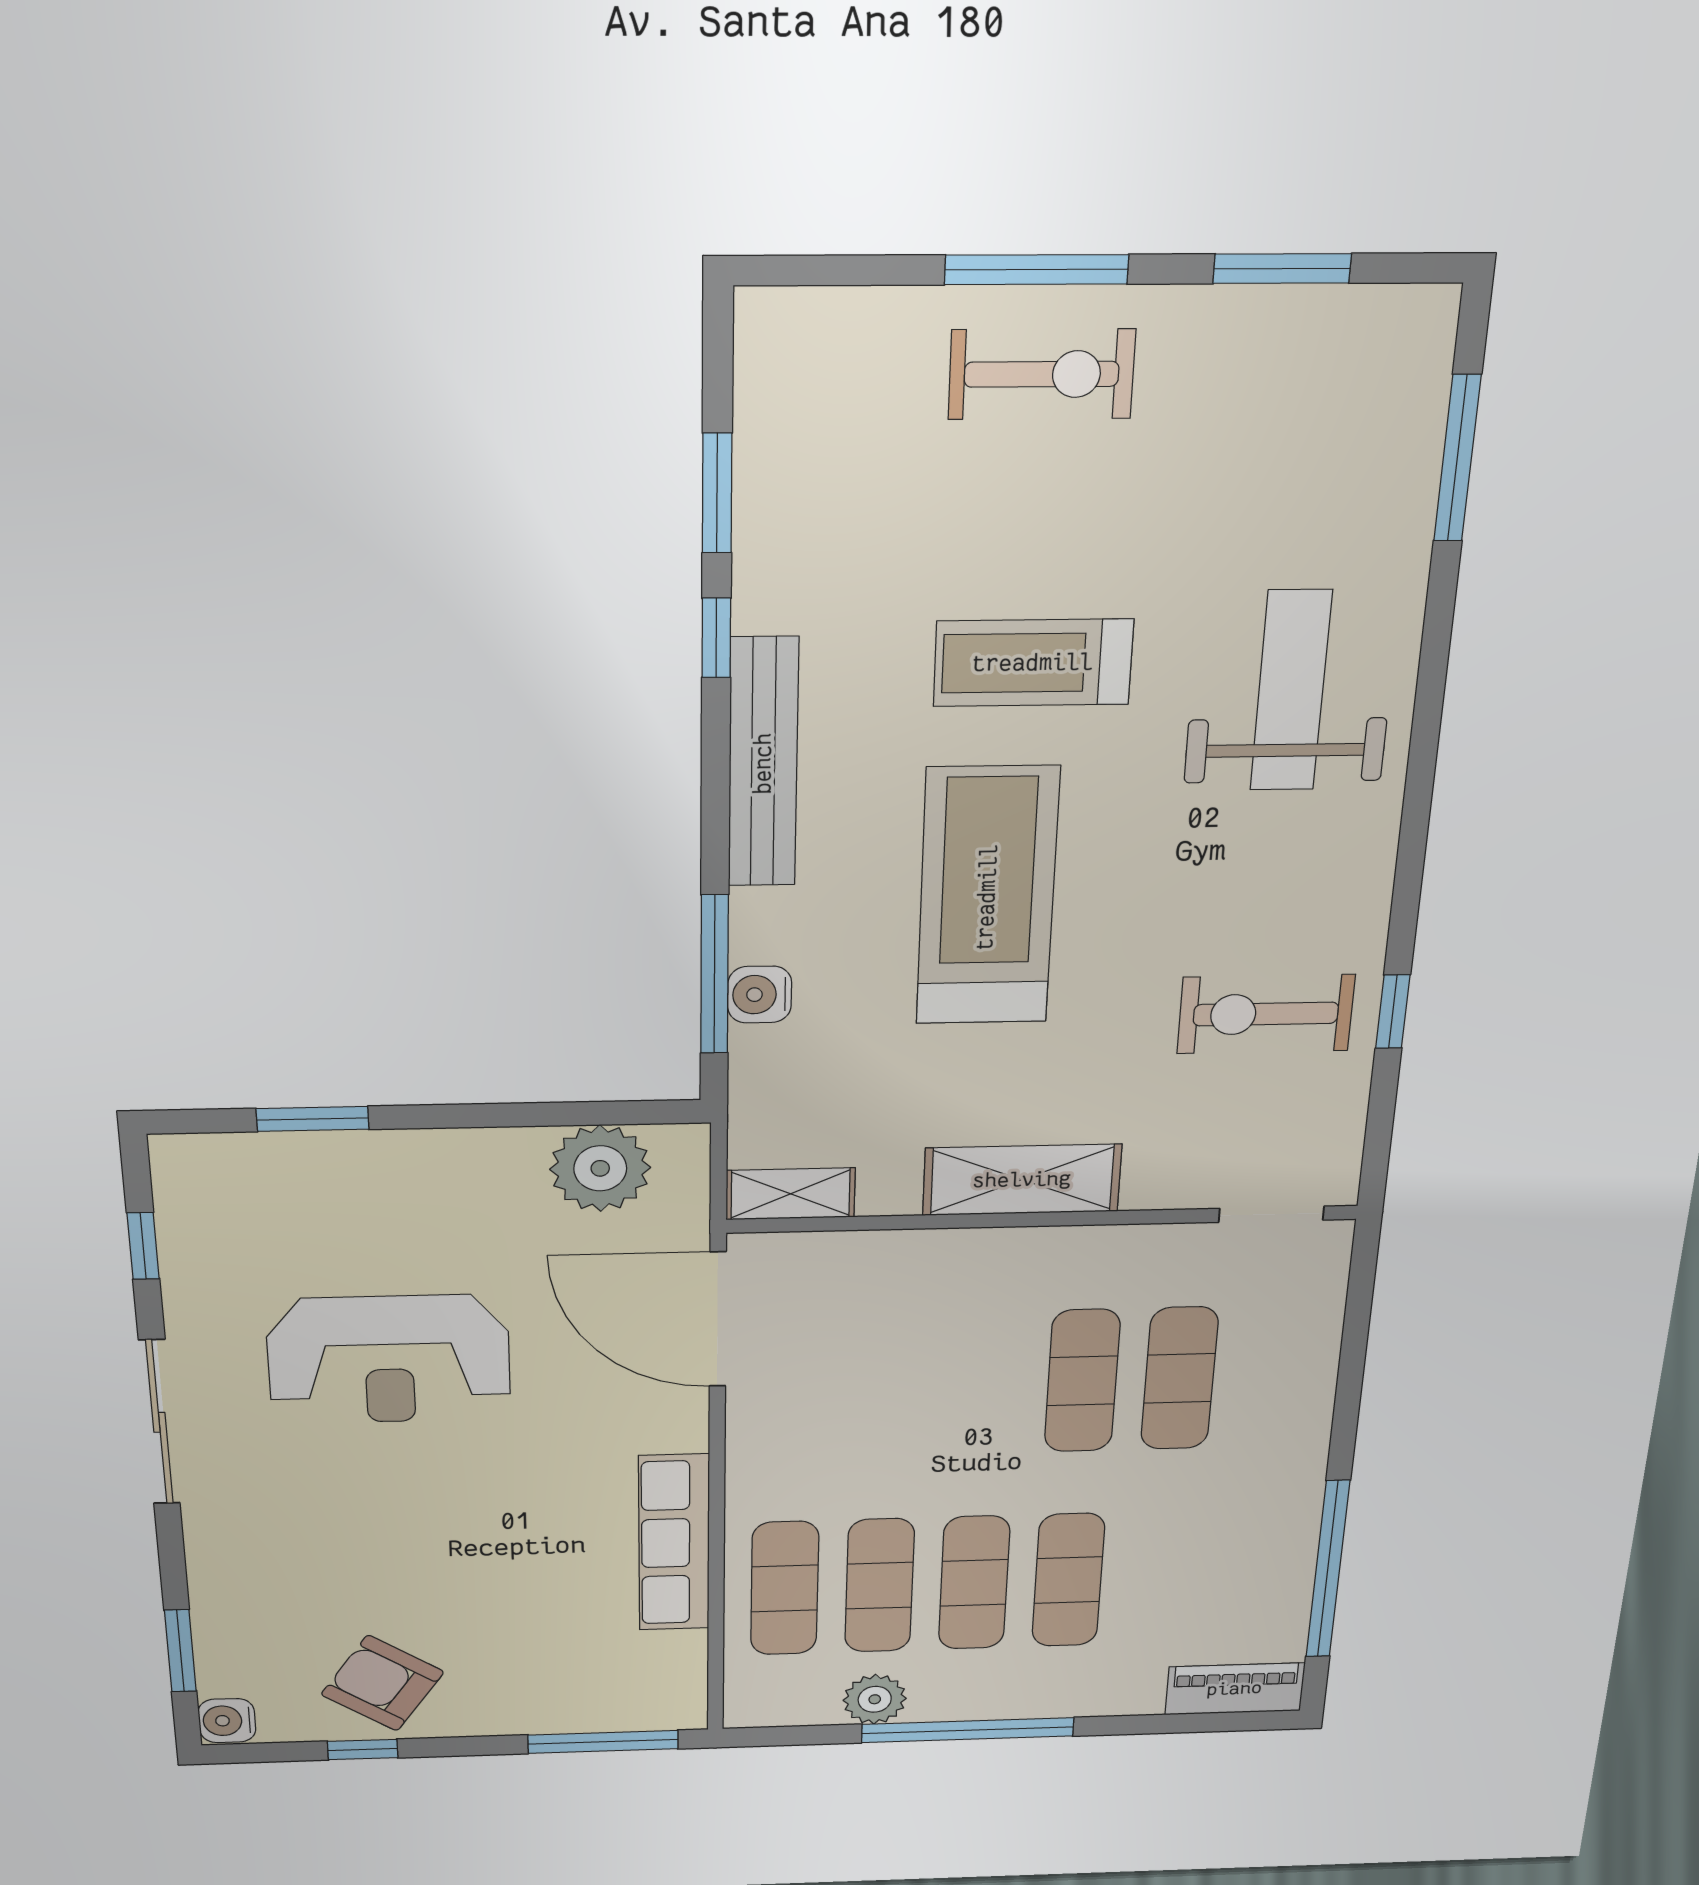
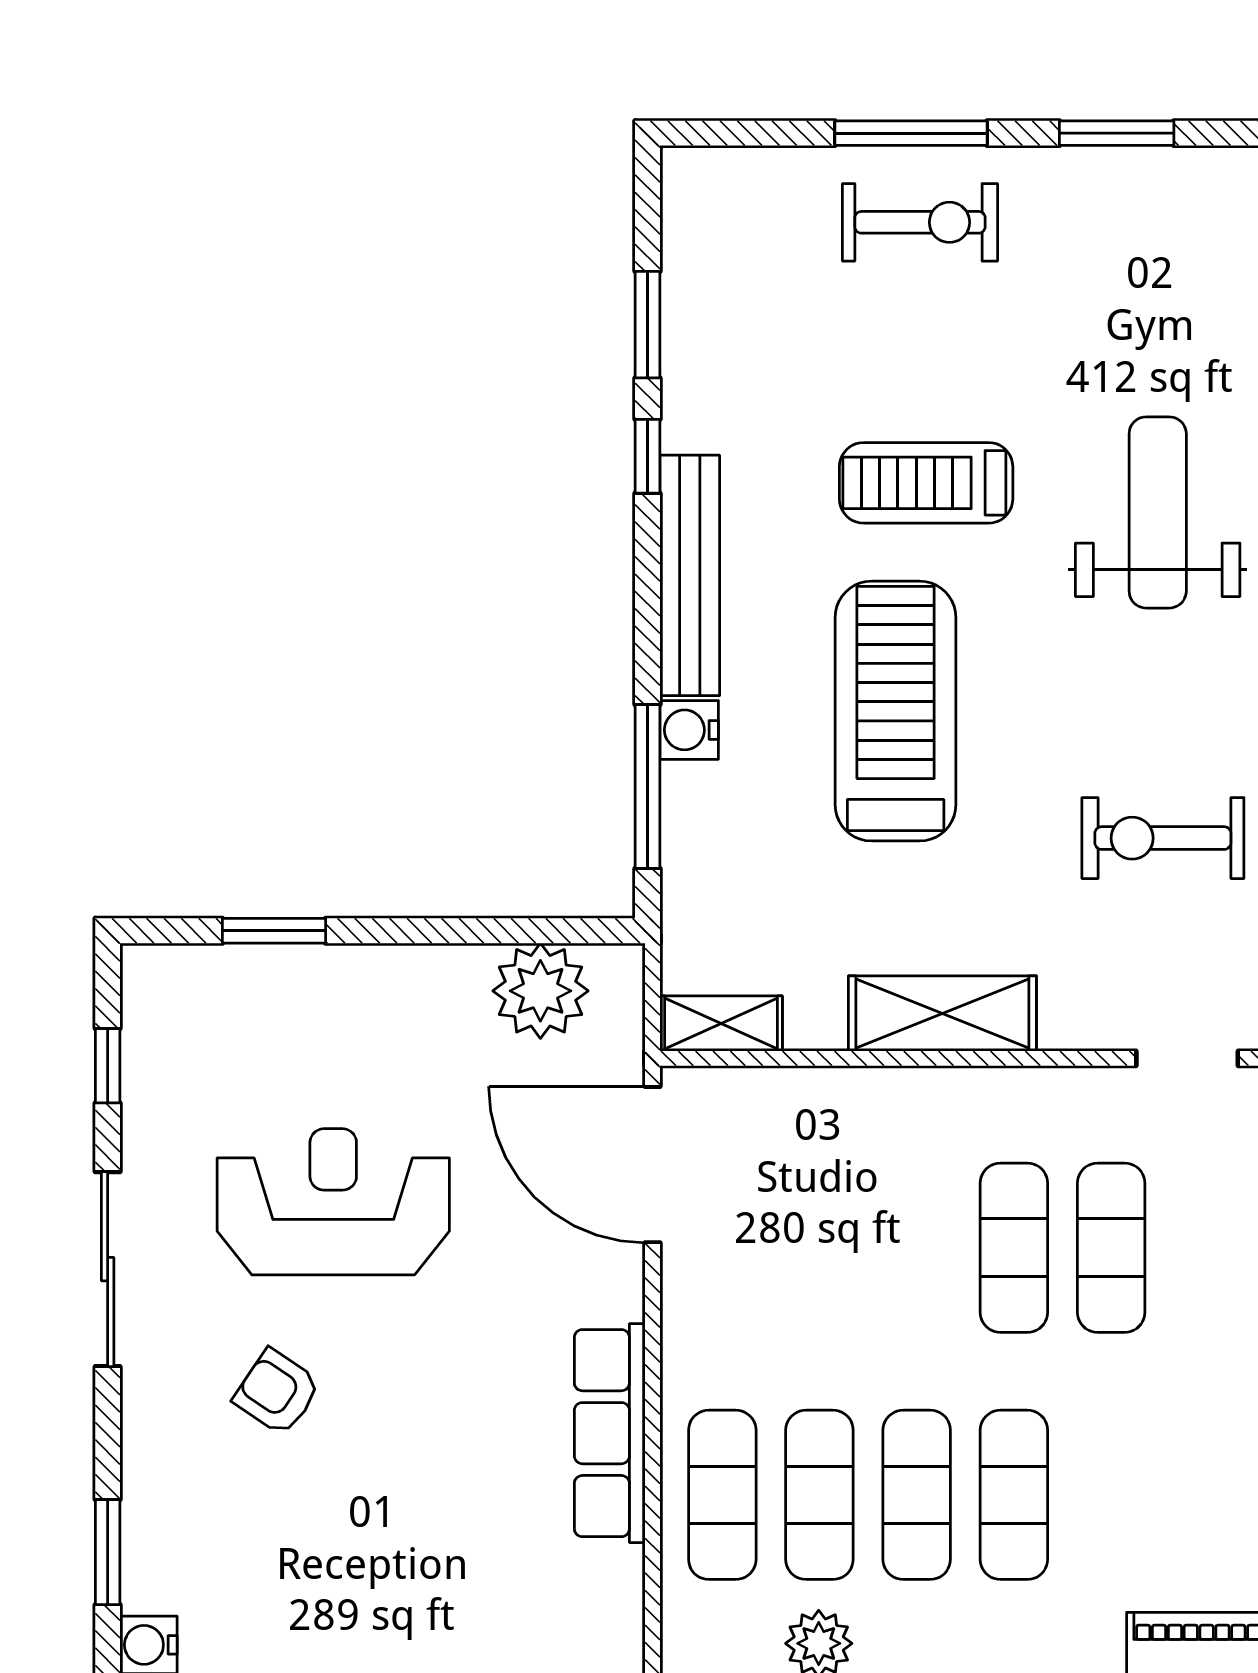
water cooler: (760, 995) -> (689, 730), moved
reception desk: (389, 1359) -> (333, 1202), turned 180
armchair: (382, 1683) -> (277, 1392), moved, width x0.72, depth x0.72

